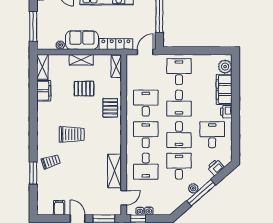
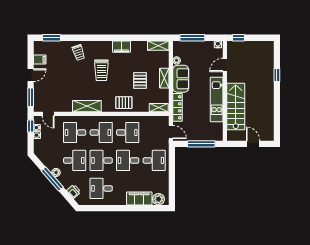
filing cabinet: (44, 91) -> (122, 47), moved
printer: (226, 112) -> (120, 200), removed
desk: (212, 135) -> (101, 188), turned 180
shelving: (114, 171) -> (87, 106), moved
window: (33, 173) -> (51, 38), moved

